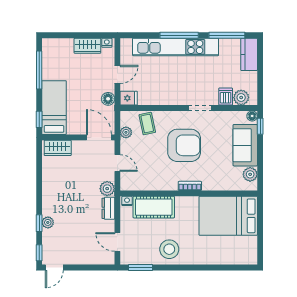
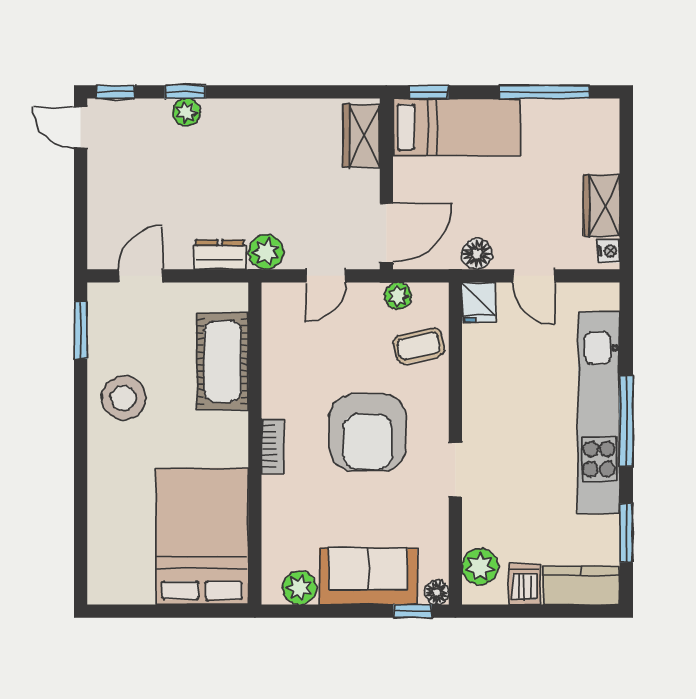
window: (227, 35) -> (626, 533), width x0.69
dishwasher: (226, 97) -> (524, 584), moved, turned -90
nightstand: (127, 201) -> (237, 298), removed

